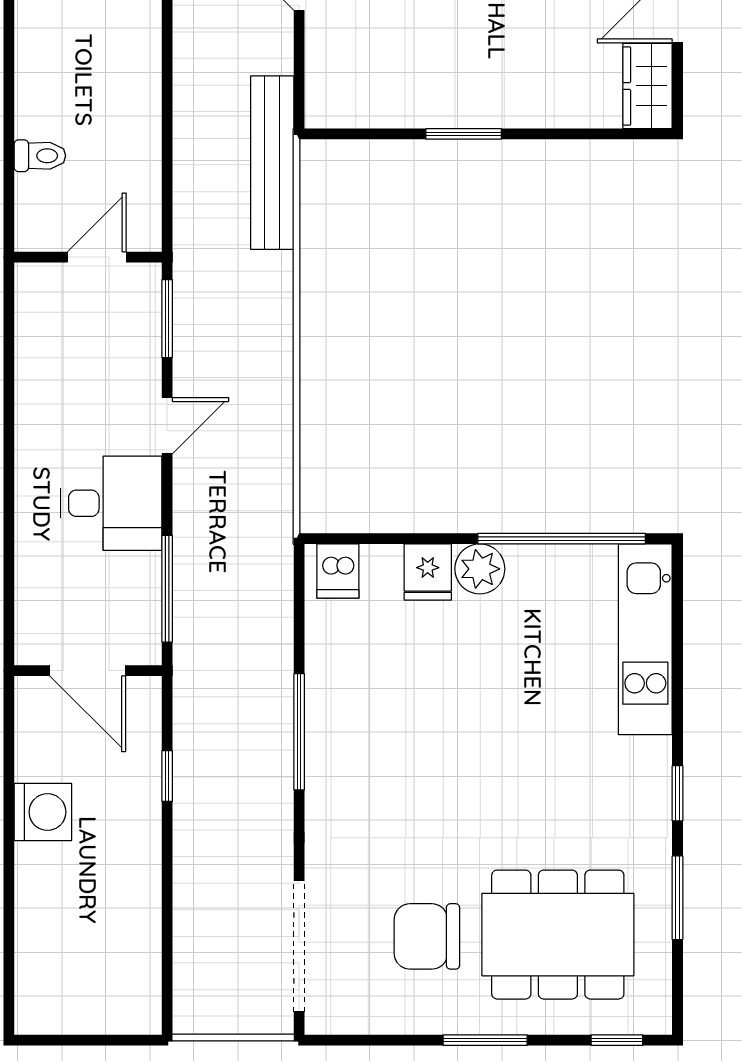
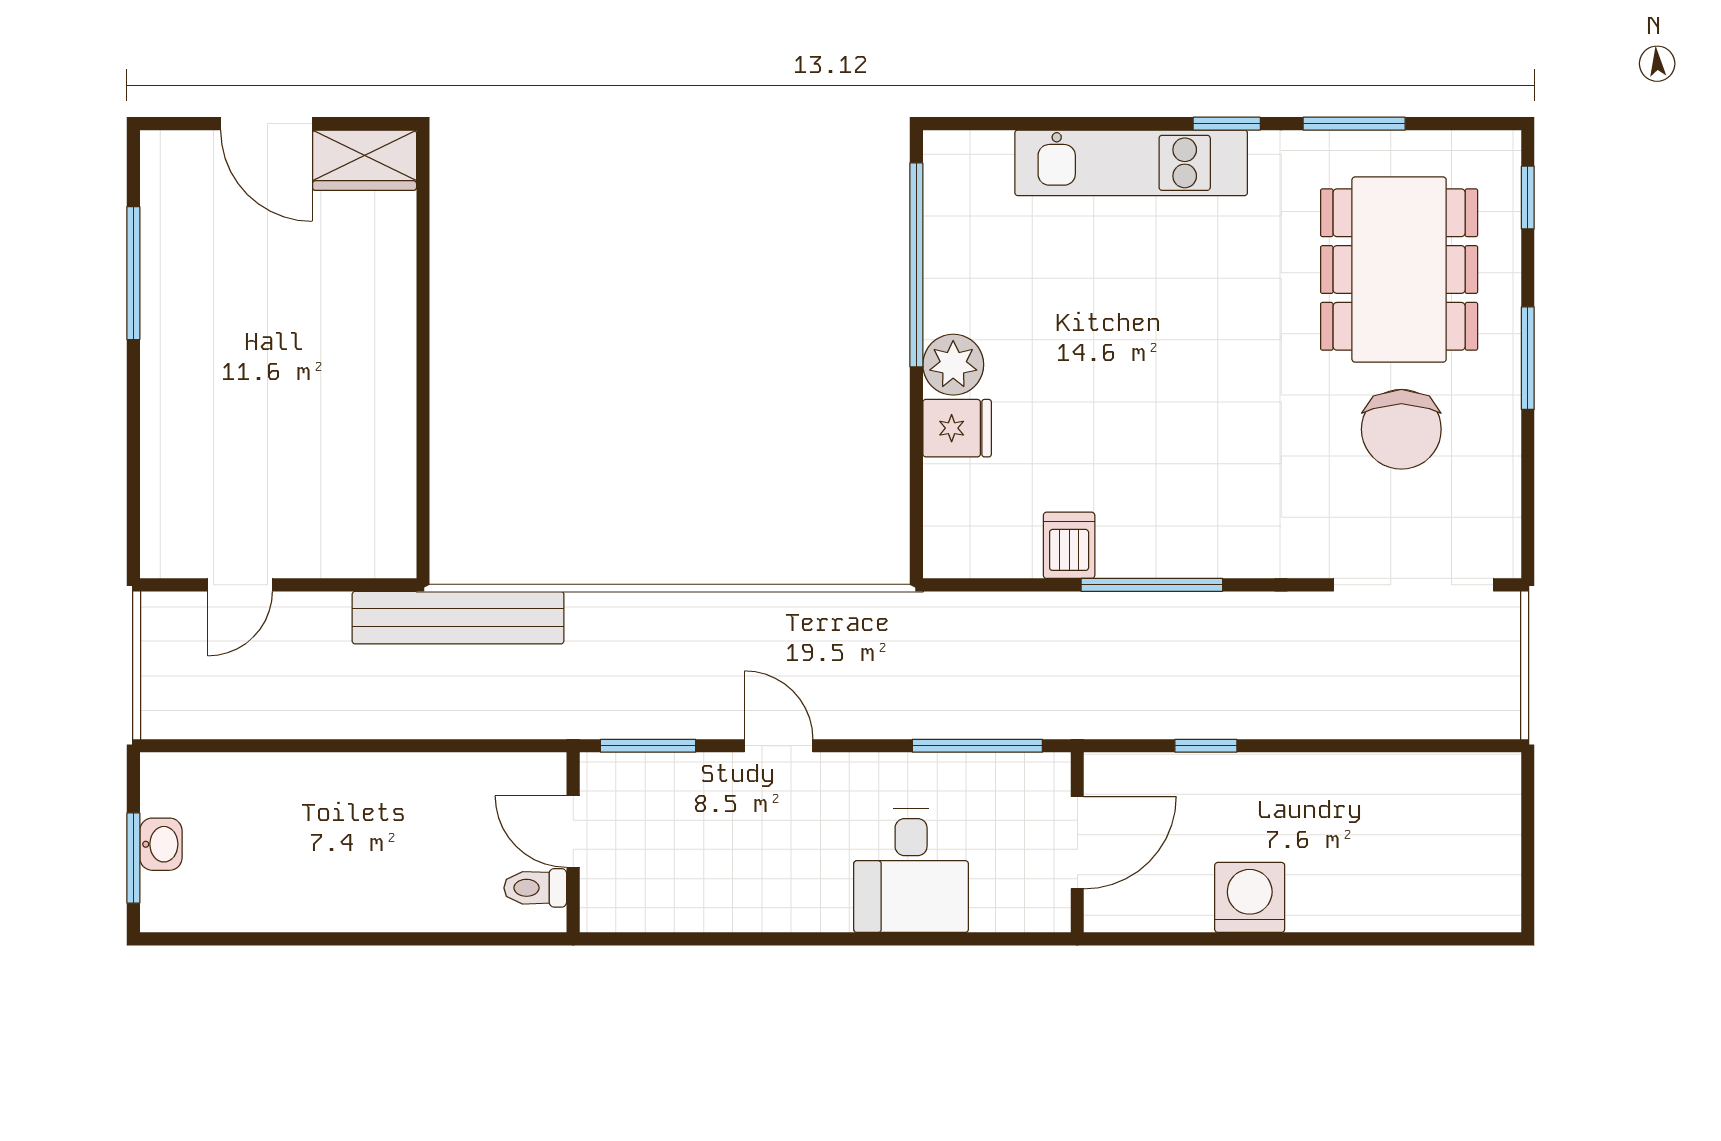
window: (464, 134) -> (423, 384), removed
toilet: (40, 156) -> (535, 888), moved, turned -90
desk: (111, 503) -> (911, 871), moved, turned 180
dishwasher: (338, 571) -> (1069, 545), moved, turned -90
kitchen unit: (645, 639) -> (1131, 163), moved

